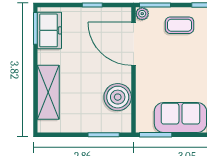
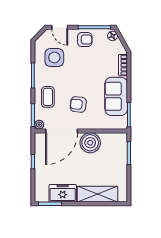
freezer: (49, 30) -> (63, 193), moved
armchair: (169, 66) -> (78, 104), added
boiler: (118, 97) -> (90, 143), moved

